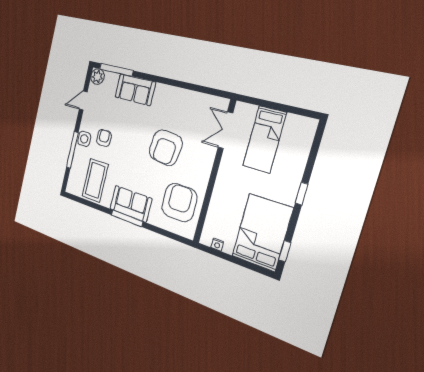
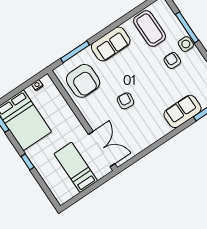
double door: (225, 130) -> (102, 149), width x1.37
armchair: (104, 138) -> (172, 61), turned 180
armchair: (166, 148) -> (126, 101), width x0.53, depth x0.53
window: (127, 218) -> (75, 52), moved

